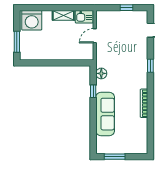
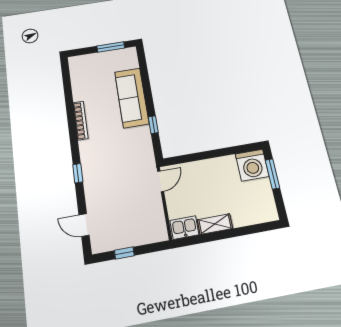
washing machine: (32, 20) -> (252, 165), moved, turned 180
door: (95, 36) -> (161, 181), moved
floor lamp: (101, 73) -> (146, 151), removed

